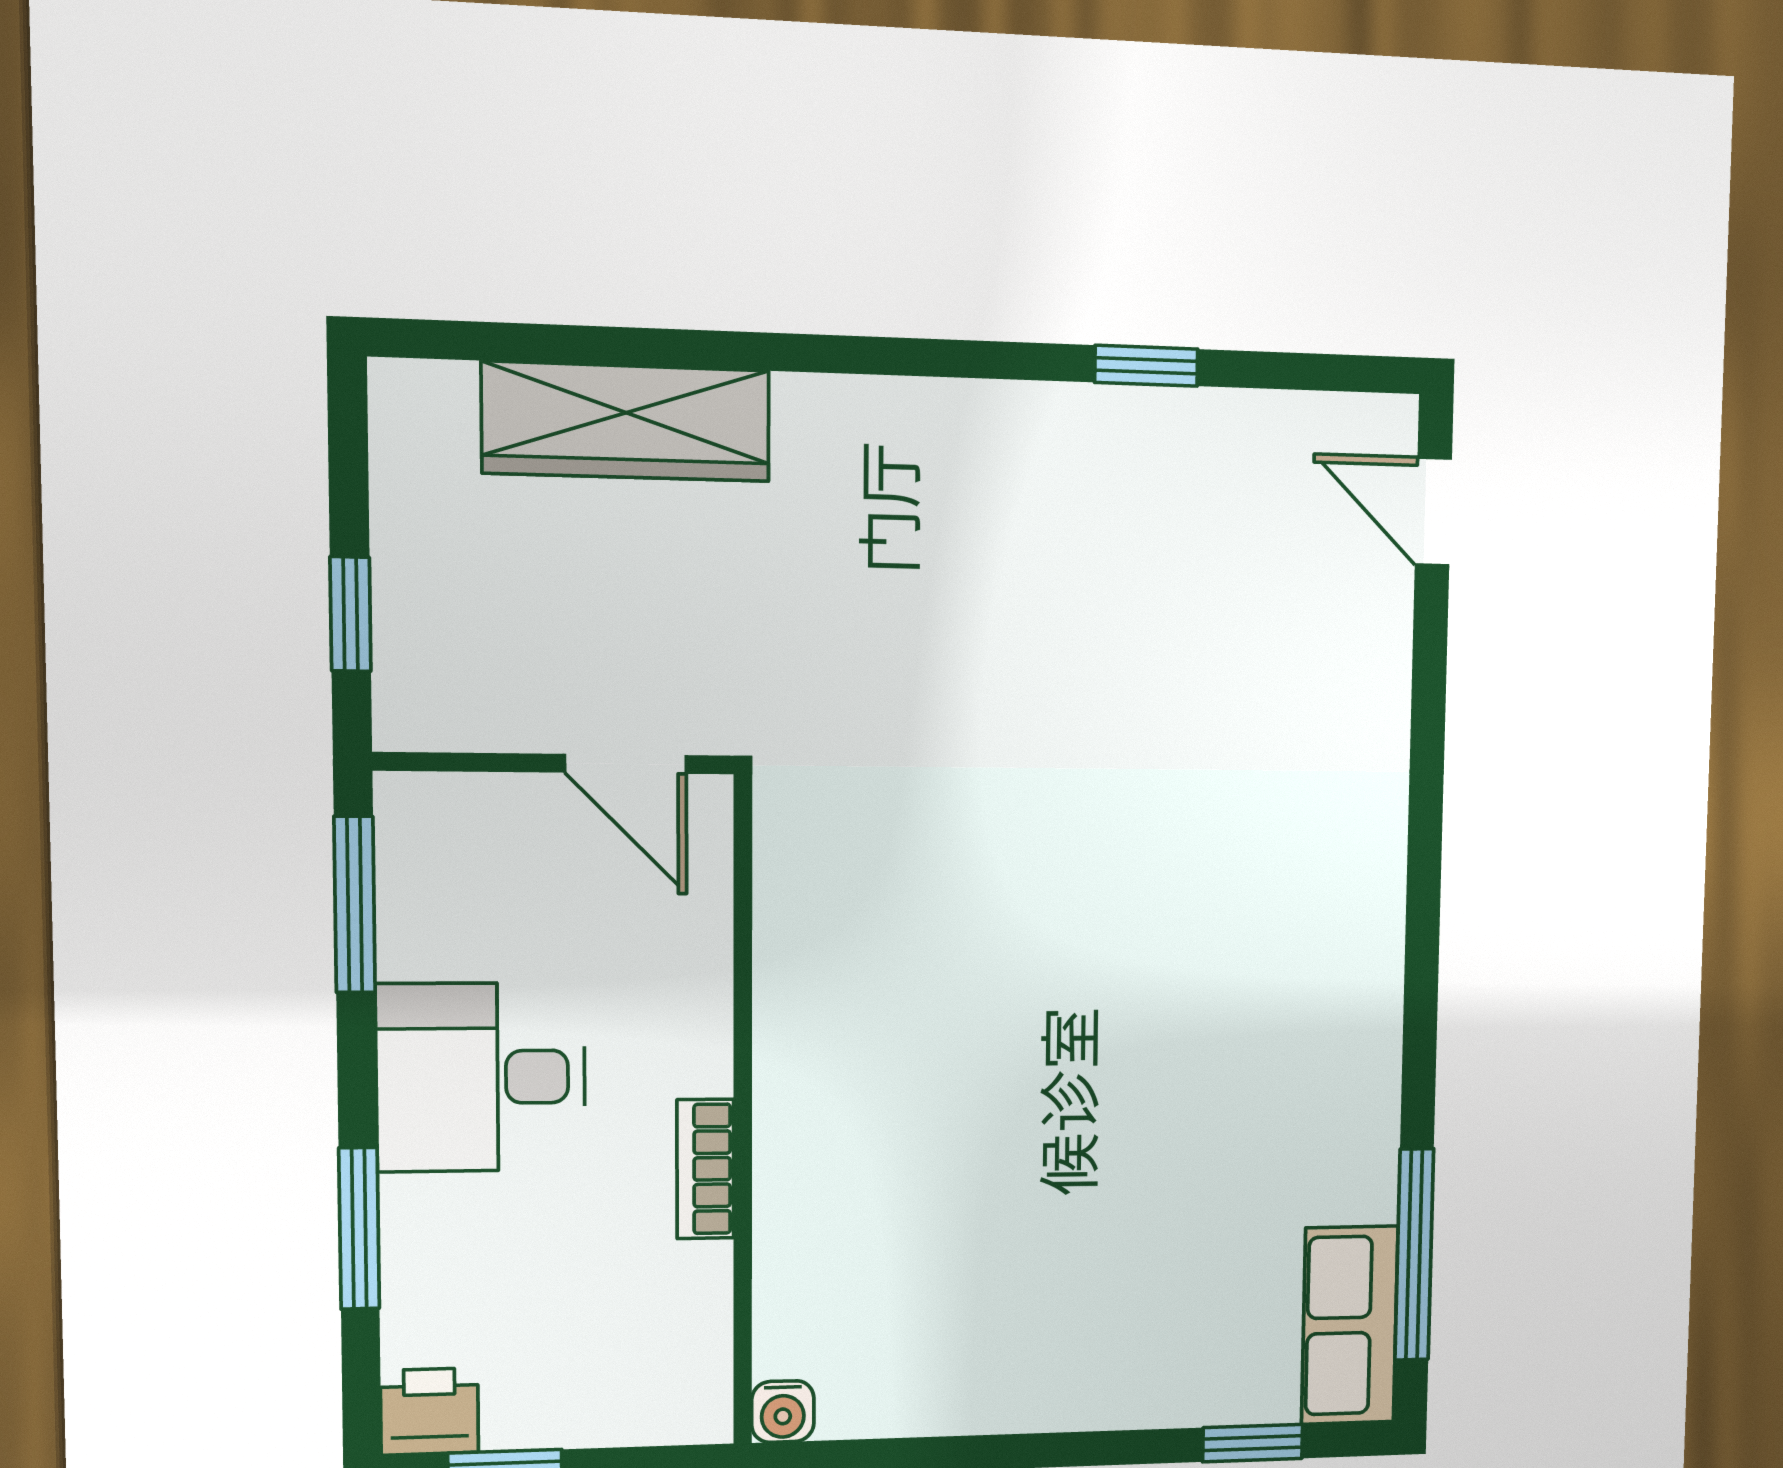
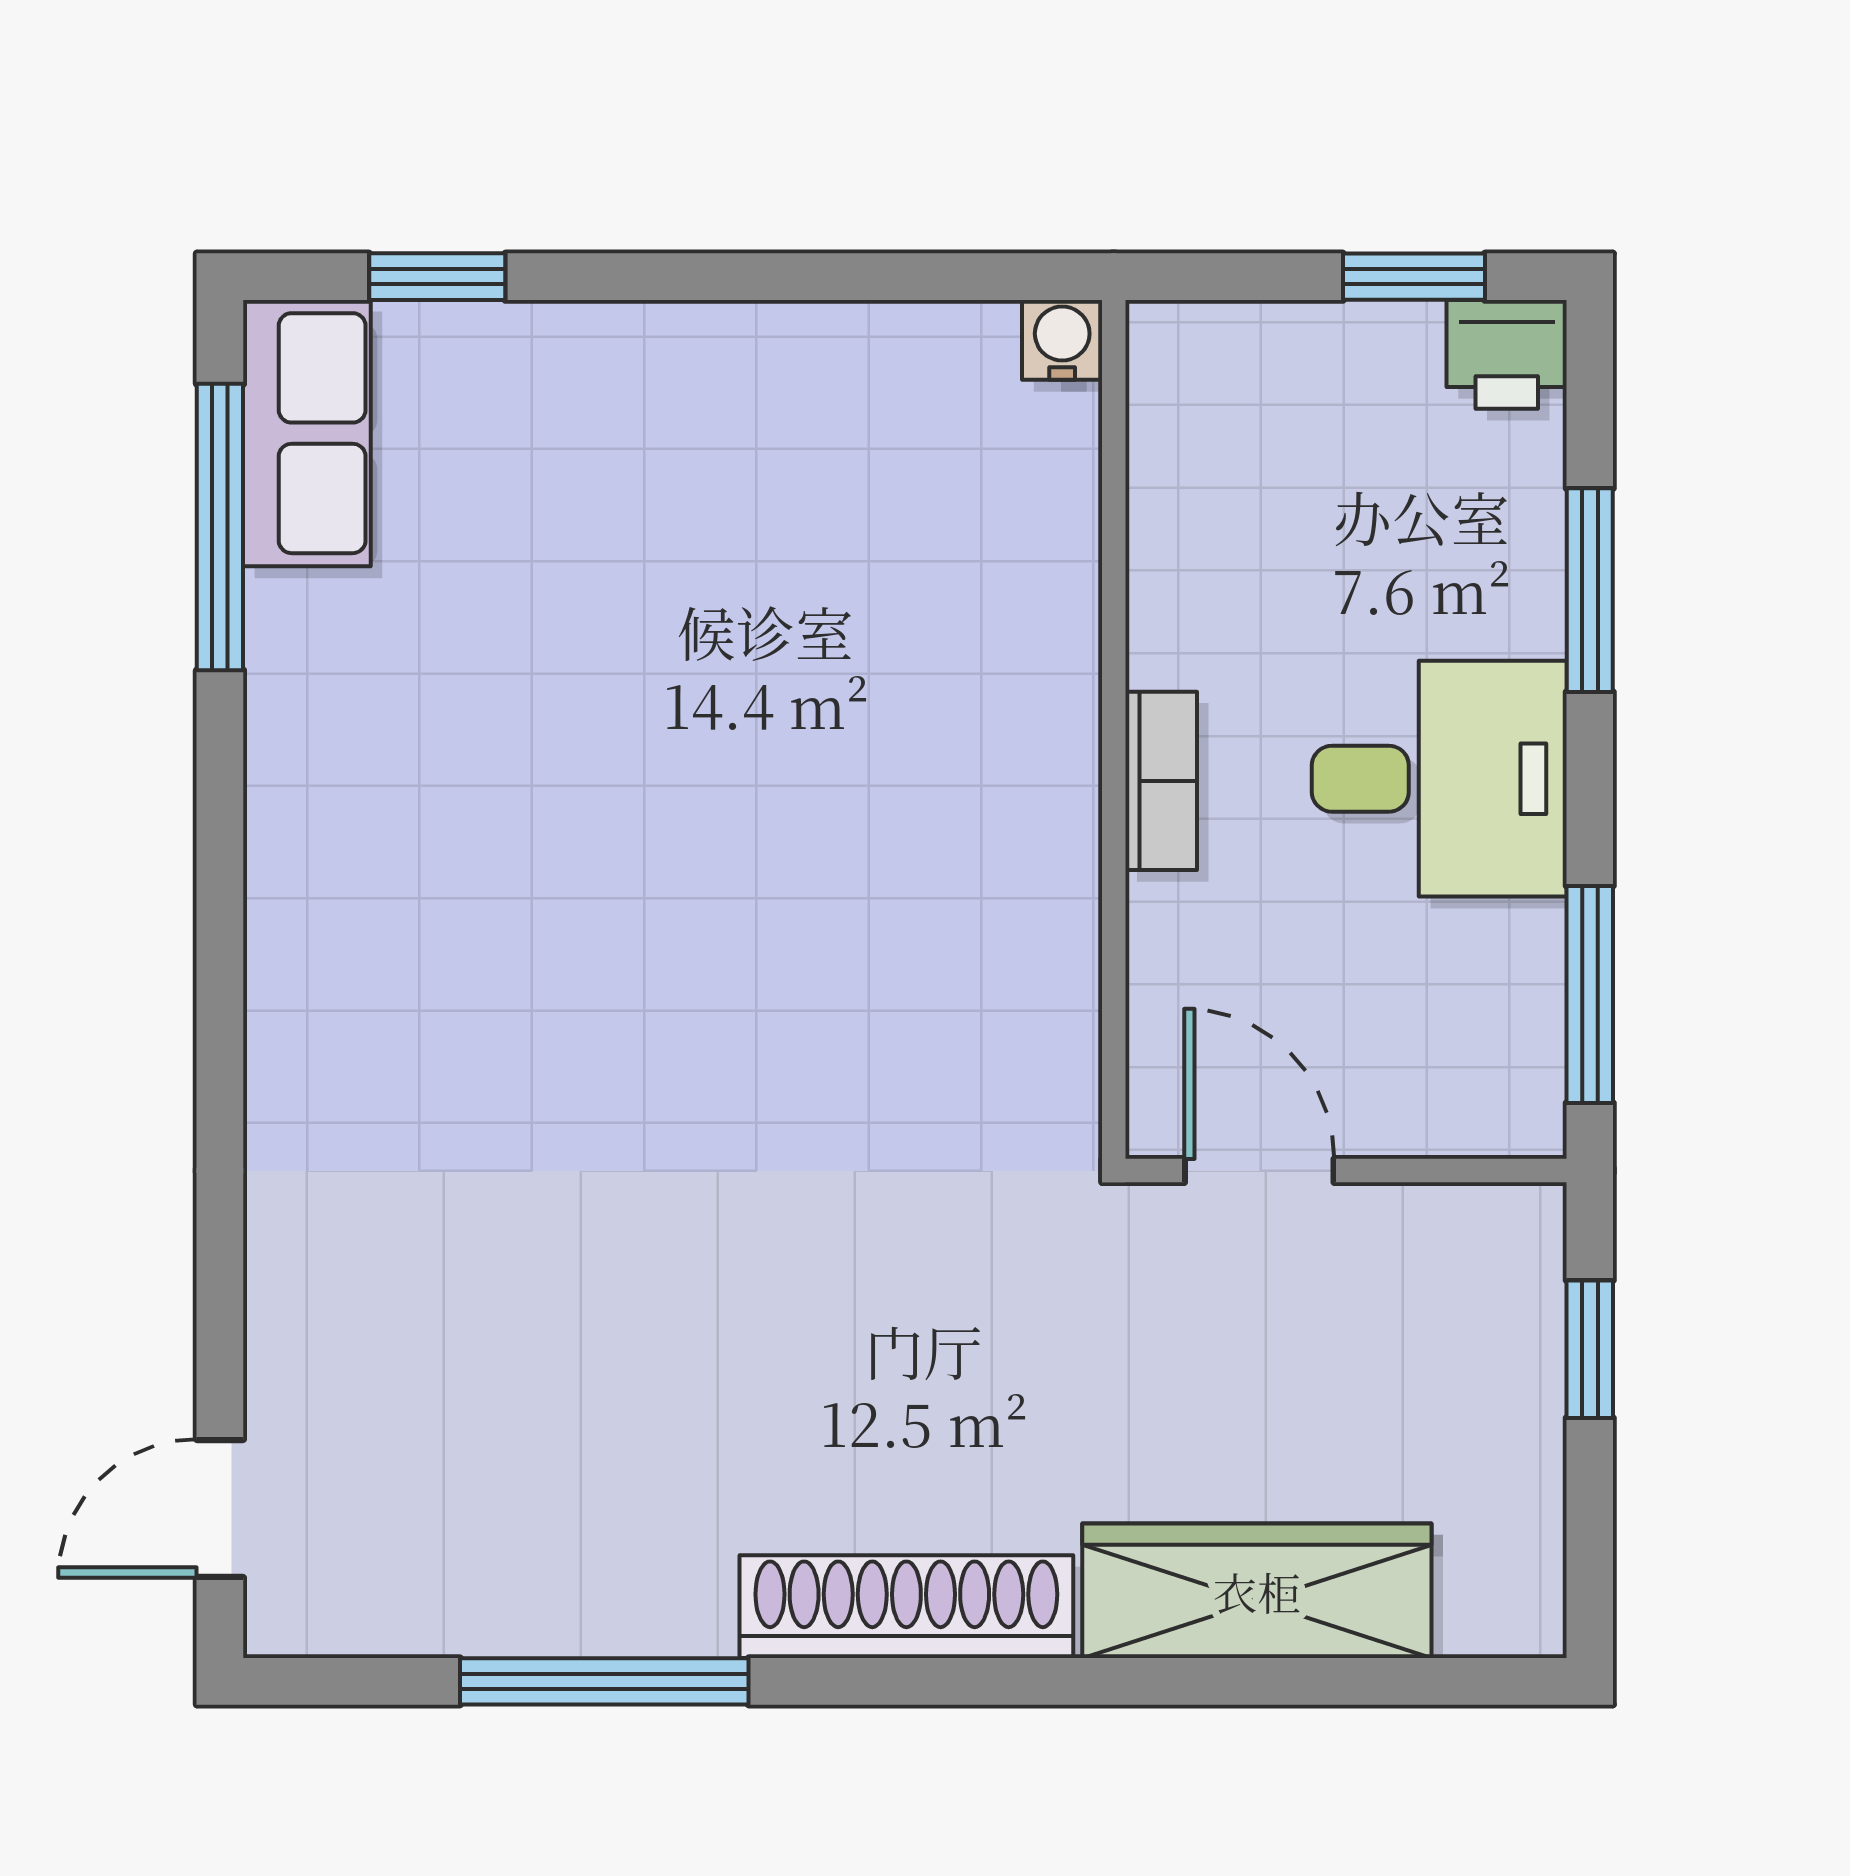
window: (1146, 366) -> (604, 1681), width x2.17
shoe rack: (909, 418) -> (906, 1607), added
door: (1433, 512) -> (220, 1508), swing flipped
bookcase: (705, 1169) -> (1161, 781), moved

